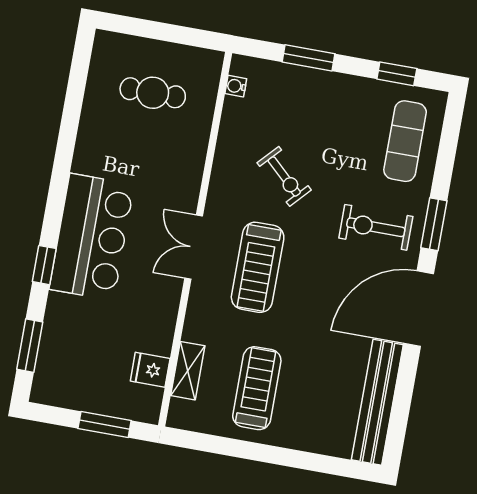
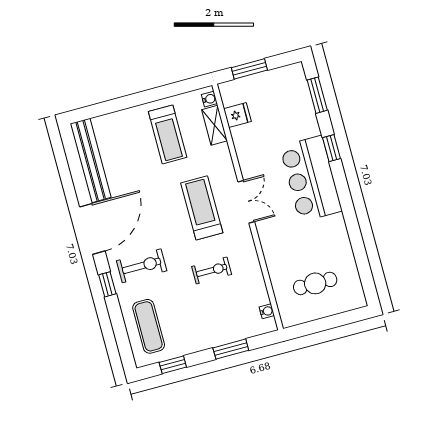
exercise bike: (284, 176) -> (212, 270), turned 137
window: (434, 224) -> (107, 284), width x0.67
water cooler: (178, 409) -> (209, 99), added

